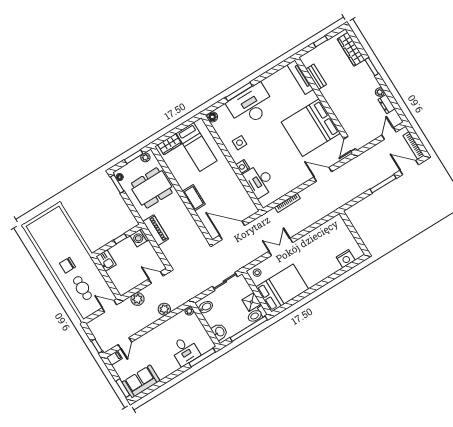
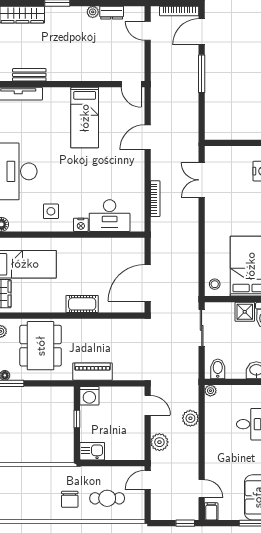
bed: (311, 128) -> (85, 118), width x0.49
double door: (281, 247) -> (202, 180), moved
door: (156, 277) -> (148, 405), swing flipped

